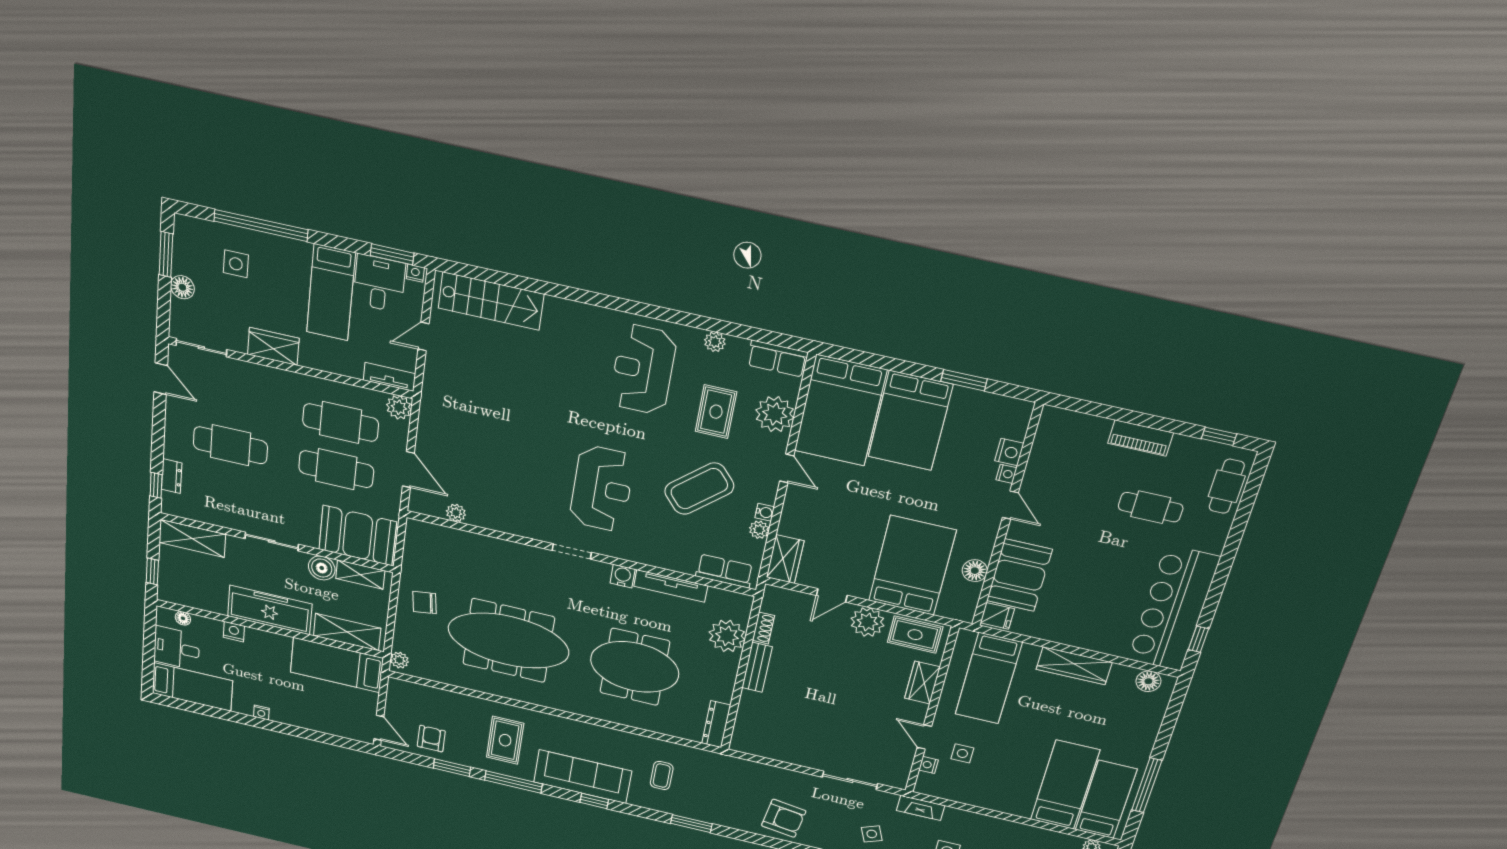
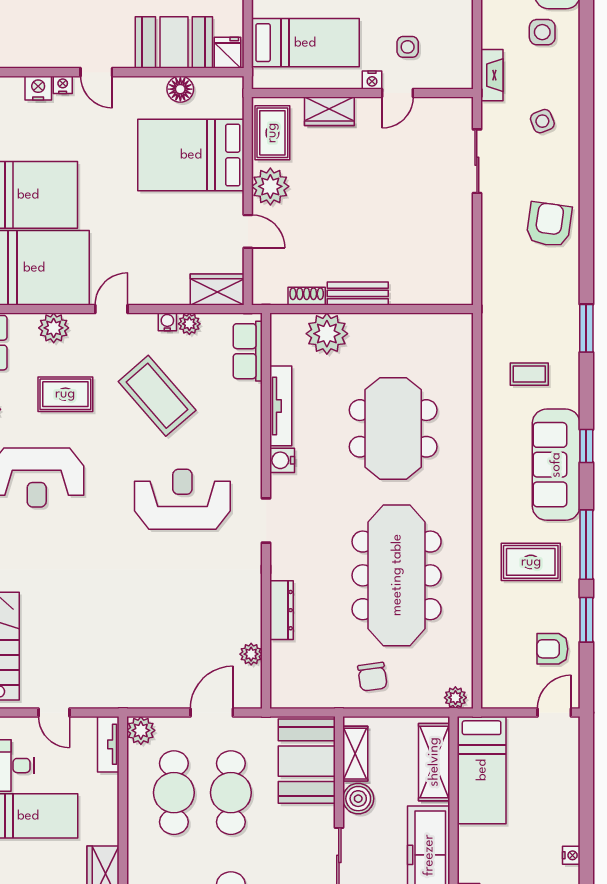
plant: (775, 414) -> (54, 328), width x0.73, depth x0.73
door: (1010, 505) -> (96, 72), swing flipped
dresser: (716, 724) -> (282, 610), moved, turned -90
nightstand: (928, 765) -> (372, 80), moved

